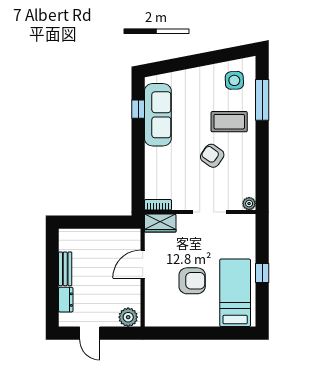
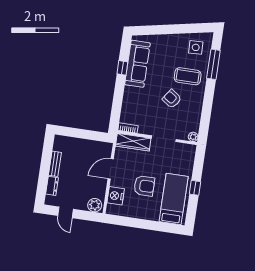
window: (138, 109) -> (122, 68), moved
wardrobe: (160, 223) -> (133, 142), width x1.50
nightstand: (155, 300) -> (116, 196), added

